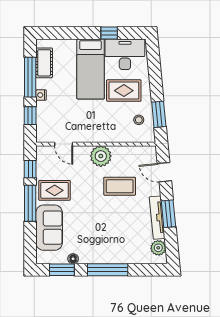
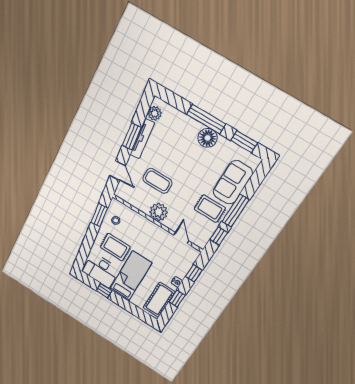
cot: (44, 63) -> (159, 300), width x1.37, depth x1.34
window: (30, 77) -> (177, 298), width x0.46
floor lamp: (73, 259) -> (208, 138), moved, width x1.89, depth x1.89

